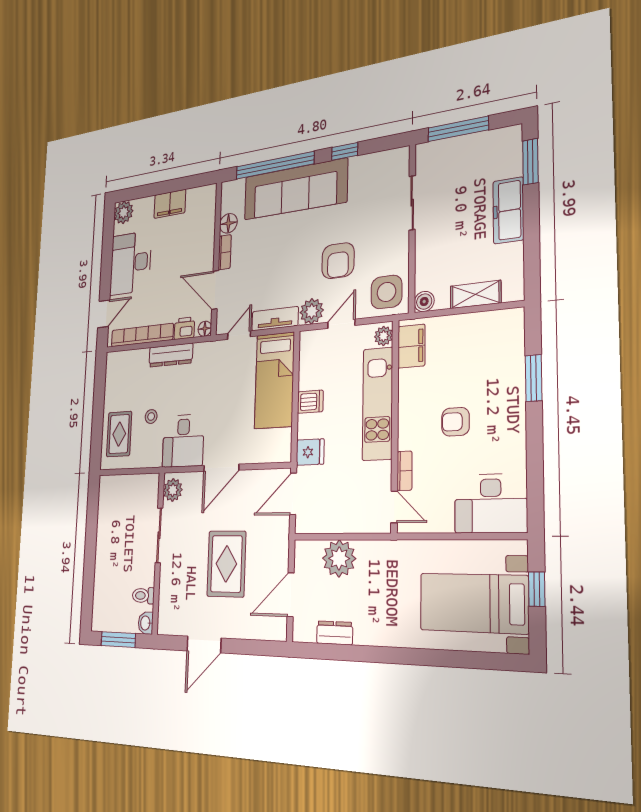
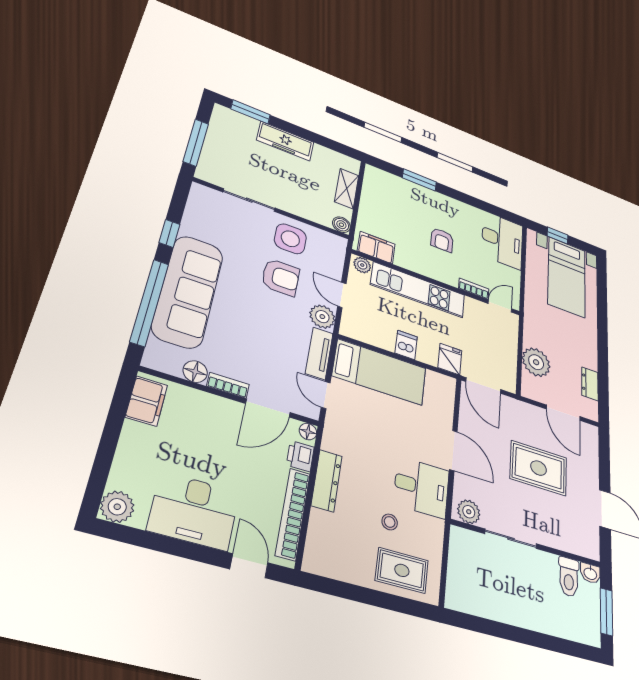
filing cabinet: (170, 204) -> (147, 401), moved
side table: (386, 292) -> (290, 239), moved
toilet: (143, 596) -> (569, 577), width x1.37, depth x1.39

